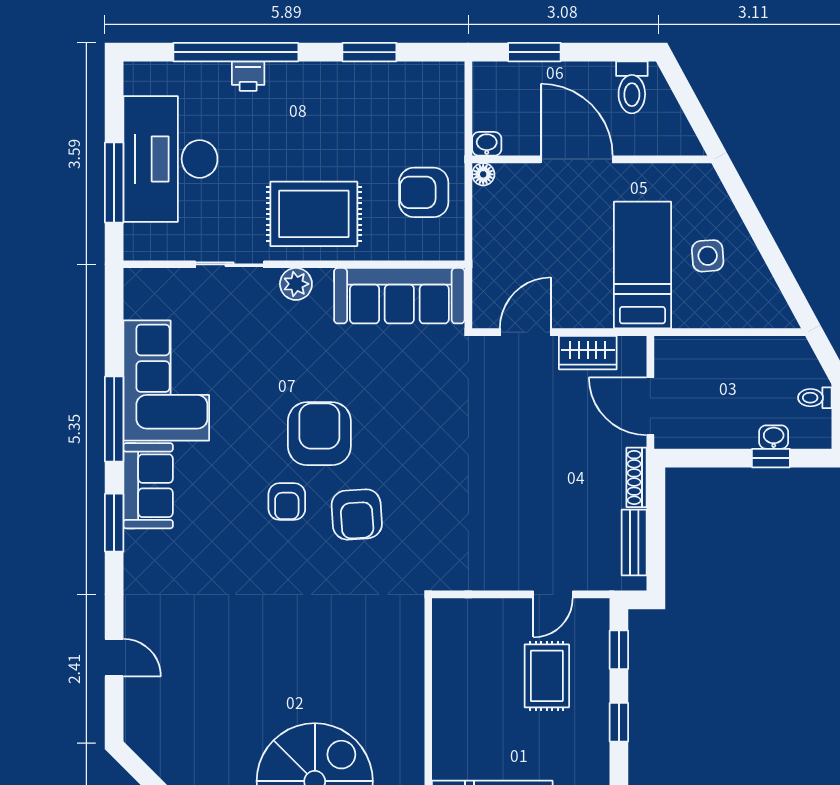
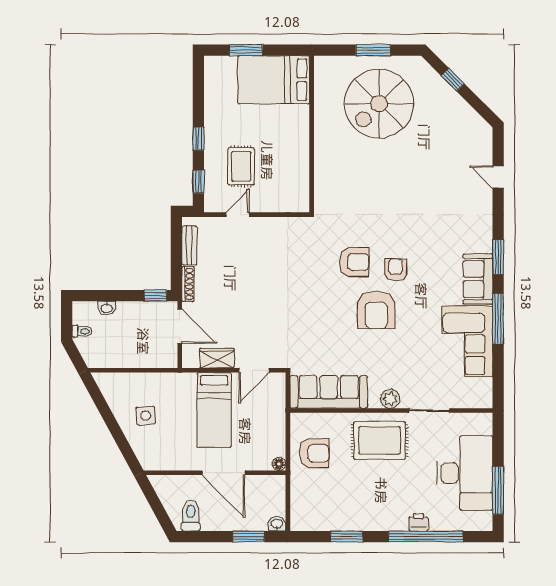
washbasin: (487, 144) -> (277, 524), moved, turned 180
window: (114, 183) -> (498, 490), moved
bed: (642, 265) -> (214, 410), moved
window: (771, 458) -> (155, 296), moved
armchair: (357, 514) -> (354, 262), turned 94

